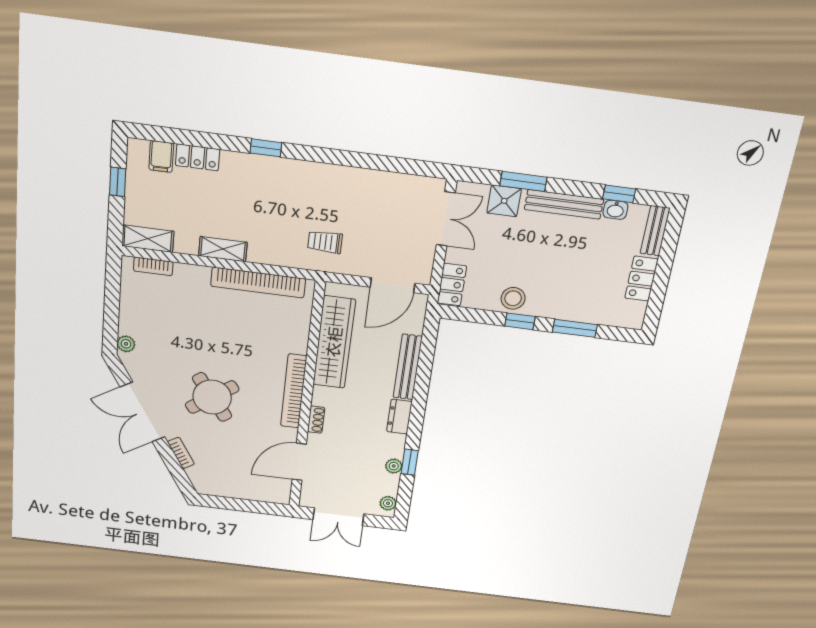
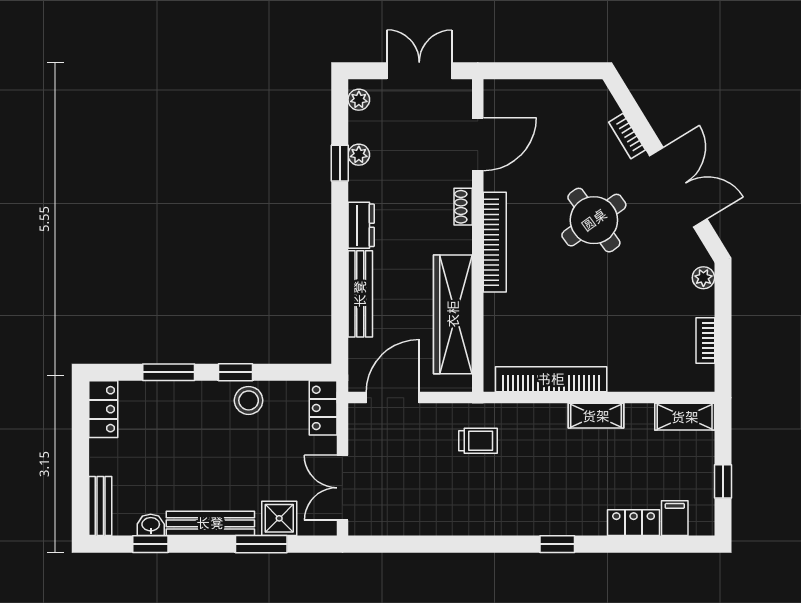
bookcase: (153, 266) -> (705, 340), moved, turned -90
locker: (642, 279) -> (103, 409), moved

